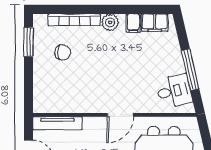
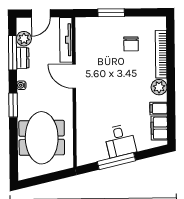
window: (29, 42) -> (111, 13), moved
desk: (174, 91) -> (120, 141), moved
door: (120, 115) -> (74, 76), moved

